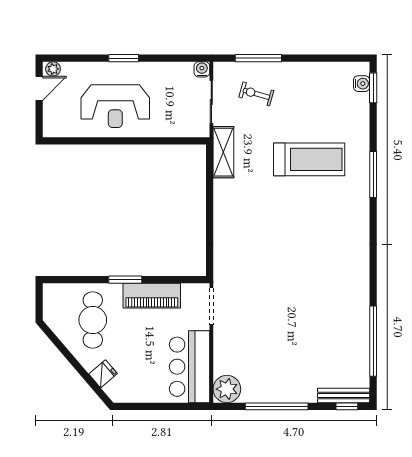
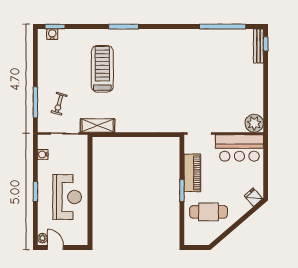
water cooler: (202, 69) -> (43, 154), moved
window: (373, 174) -> (124, 27), moved
fridge: (103, 374) -> (253, 197), moved
window: (277, 406) -> (266, 90), removed

